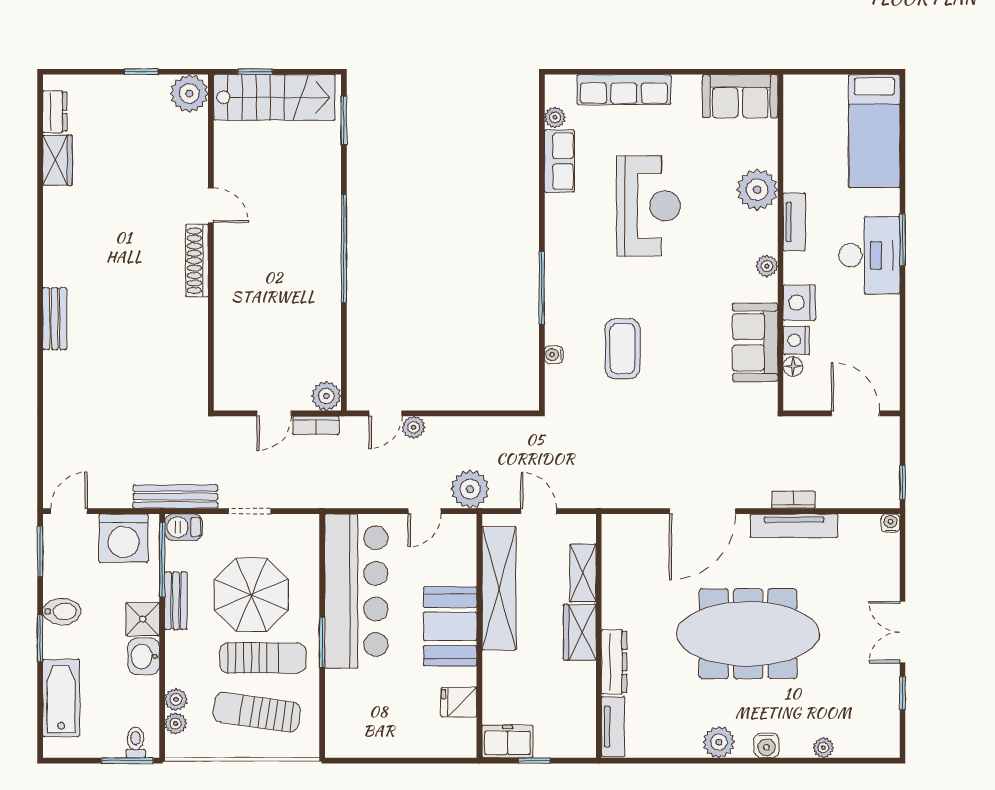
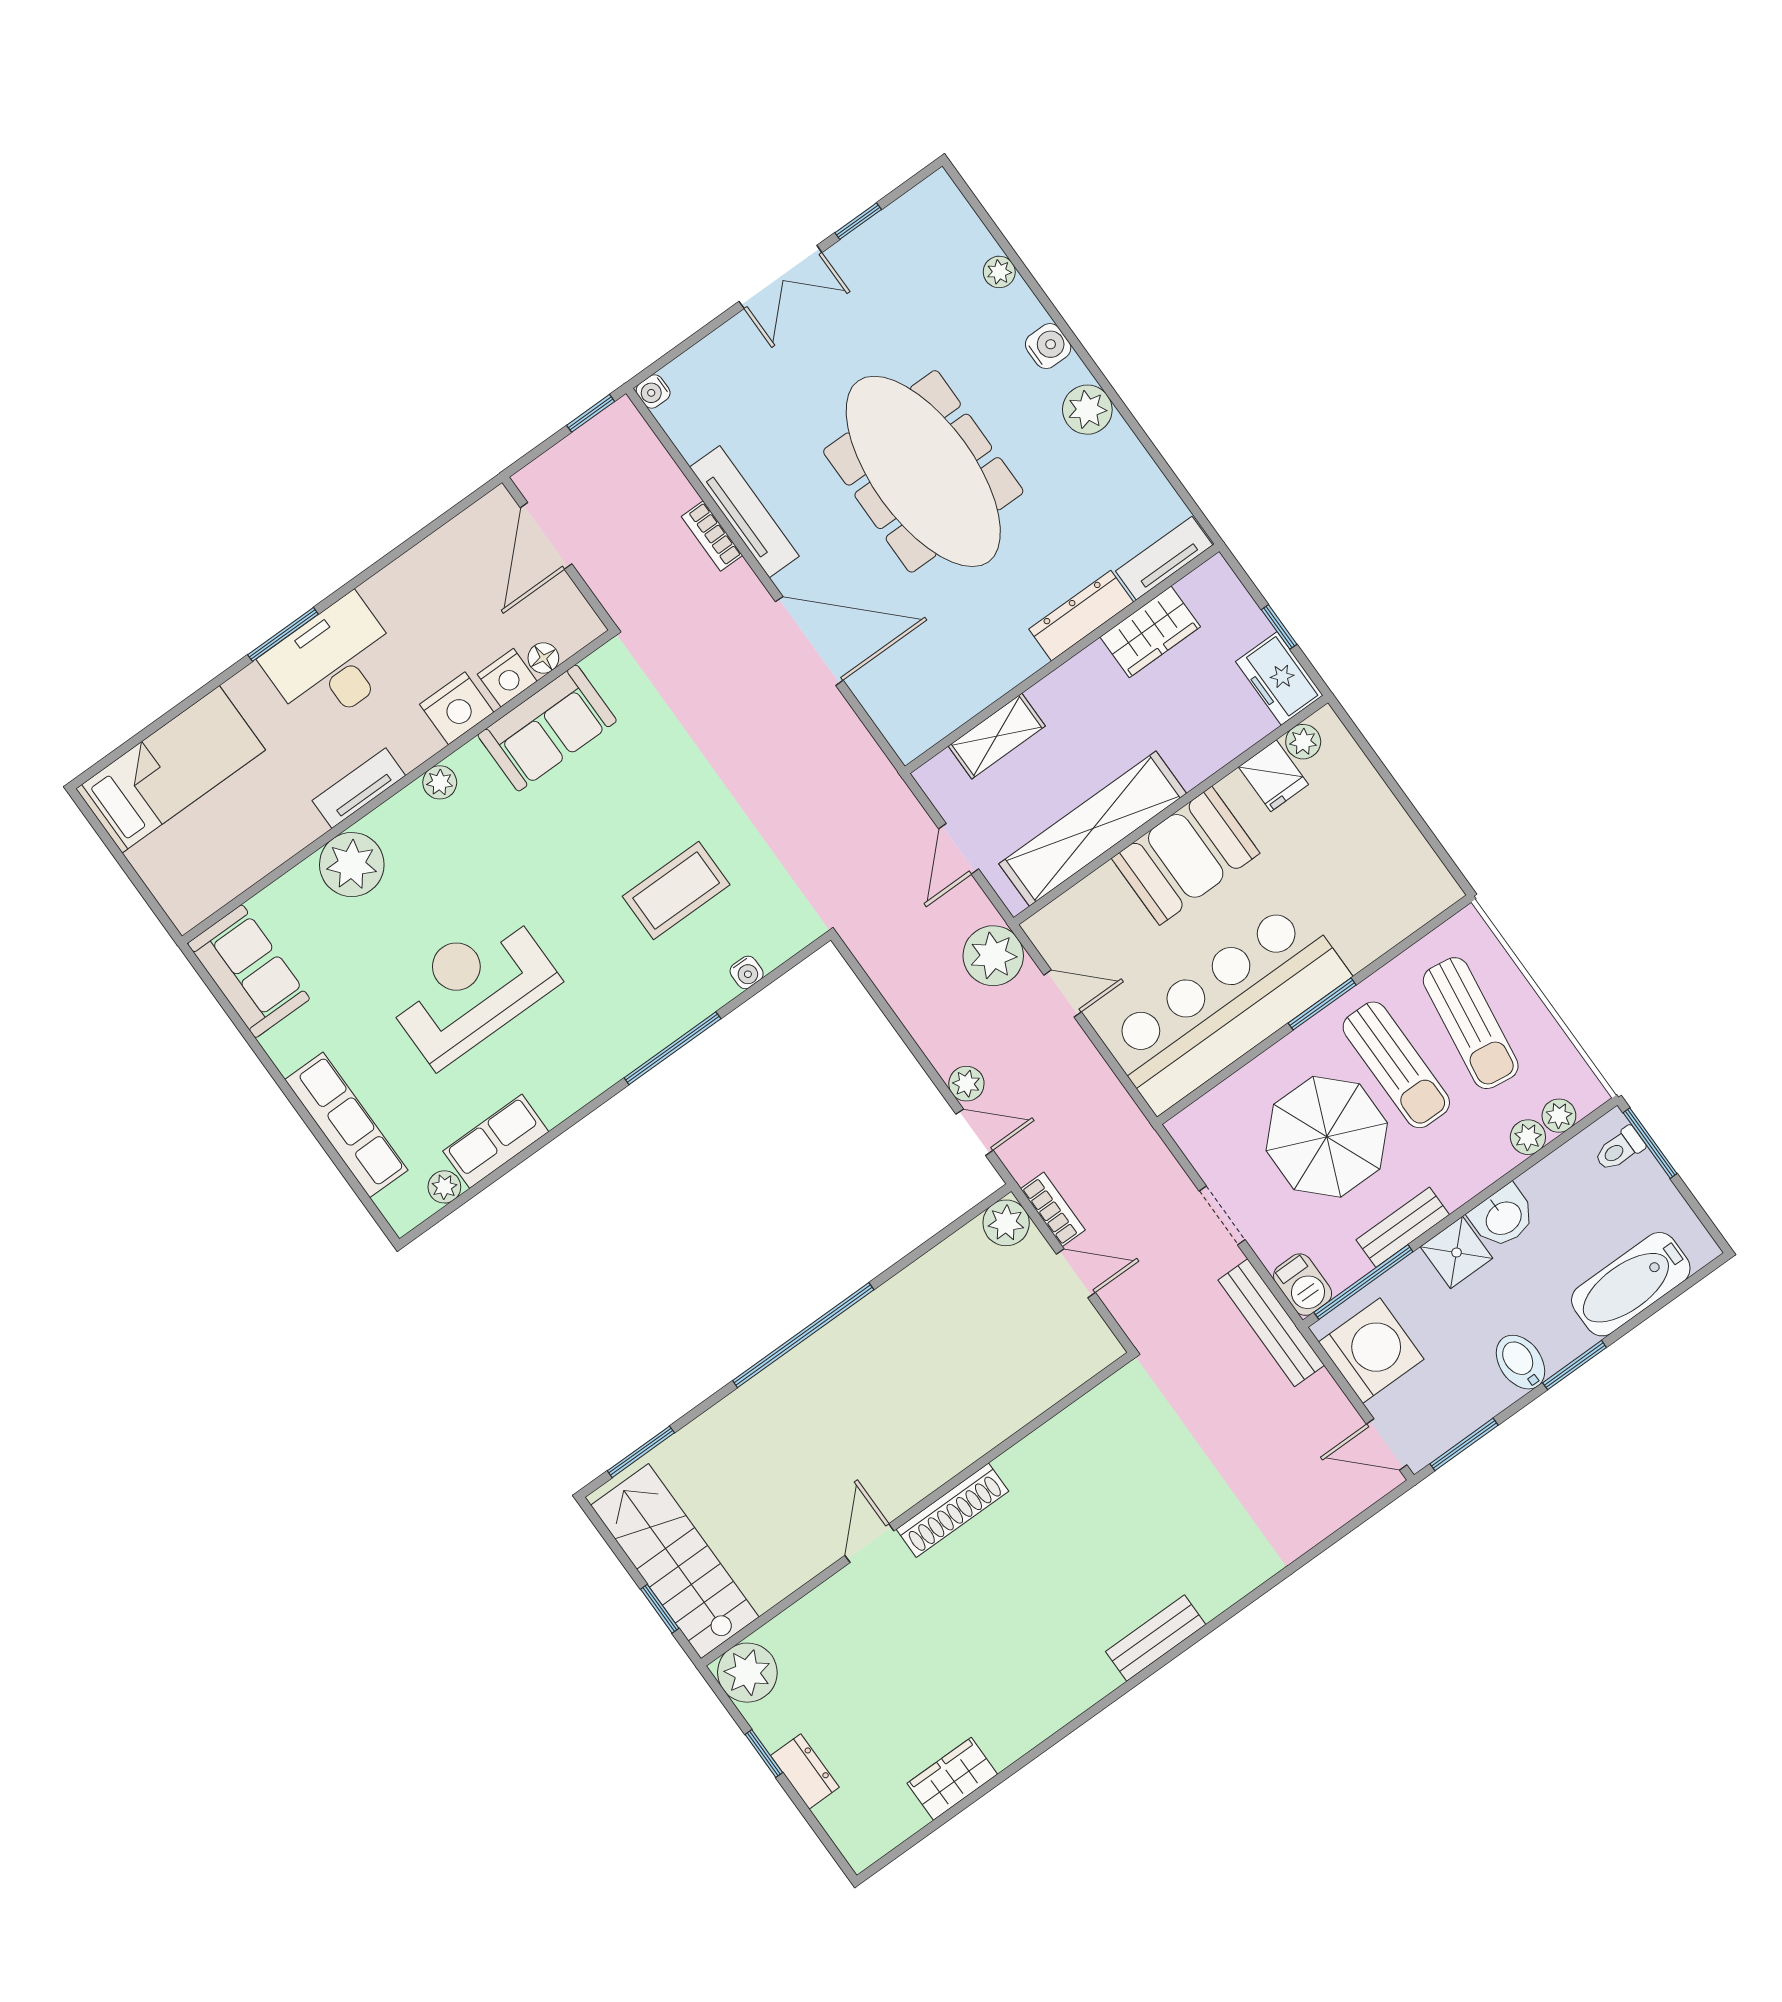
dresser: (55, 112) -> (805, 1771), moved, turned 90
wardrobe: (580, 632) -> (1150, 632), moved
sun lounger: (263, 658) -> (1396, 1065), turned 180
plant: (466, 730) -> (1303, 742), added

